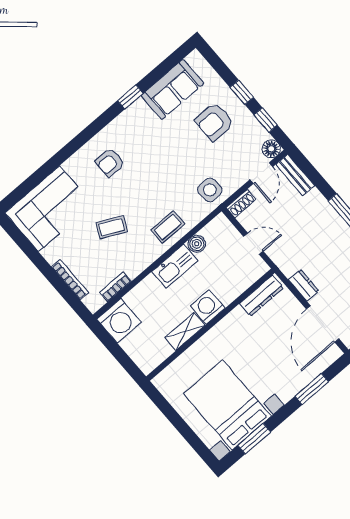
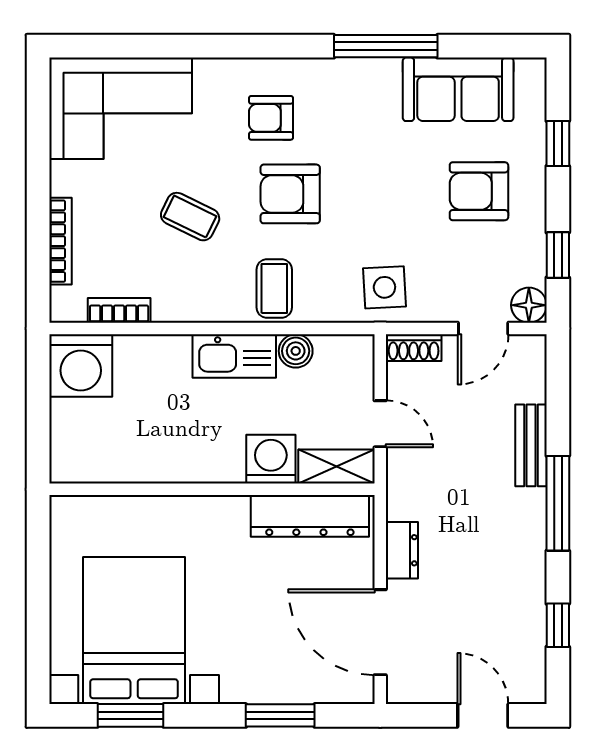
window: (242, 92) -> (558, 144), moved
window: (130, 97) -> (386, 46), width x2.17
bench: (295, 175) -> (531, 445), moved
armchair: (143, 185) -> (290, 194), added
coffee table: (168, 227) -> (274, 288), turned 90
dresser: (262, 296) -> (310, 516), width x1.37, depth x1.24
washing machine: (208, 307) -> (271, 459), moved
door: (323, 324) -> (380, 632), hinge flipped
shelving: (185, 332) -> (336, 466), moved

